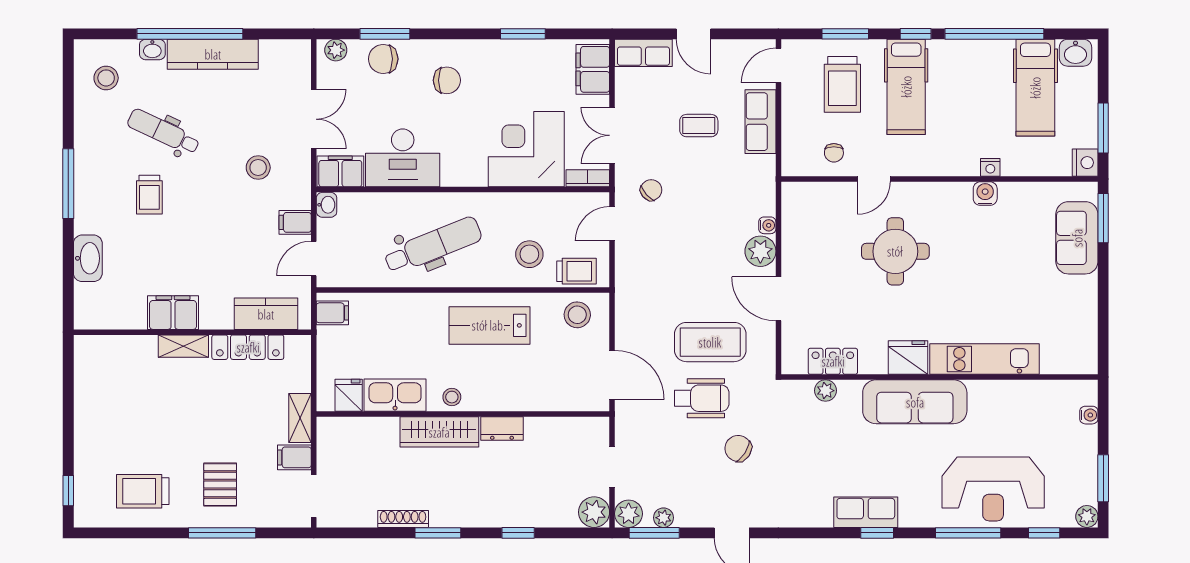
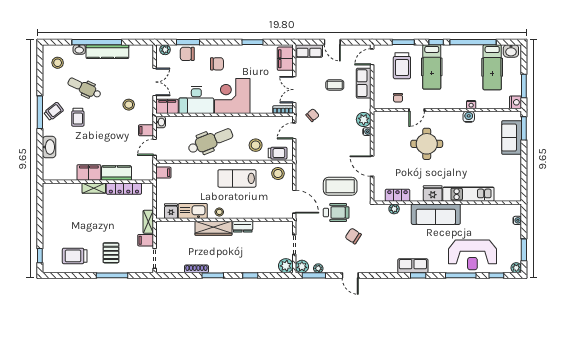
corner desk: (526, 149) -> (232, 96), moved
trolley: (98, 182) -> (54, 111), added
plant: (760, 251) -> (364, 120), moved
kitchen counter: (266, 314) -> (117, 173), moved

